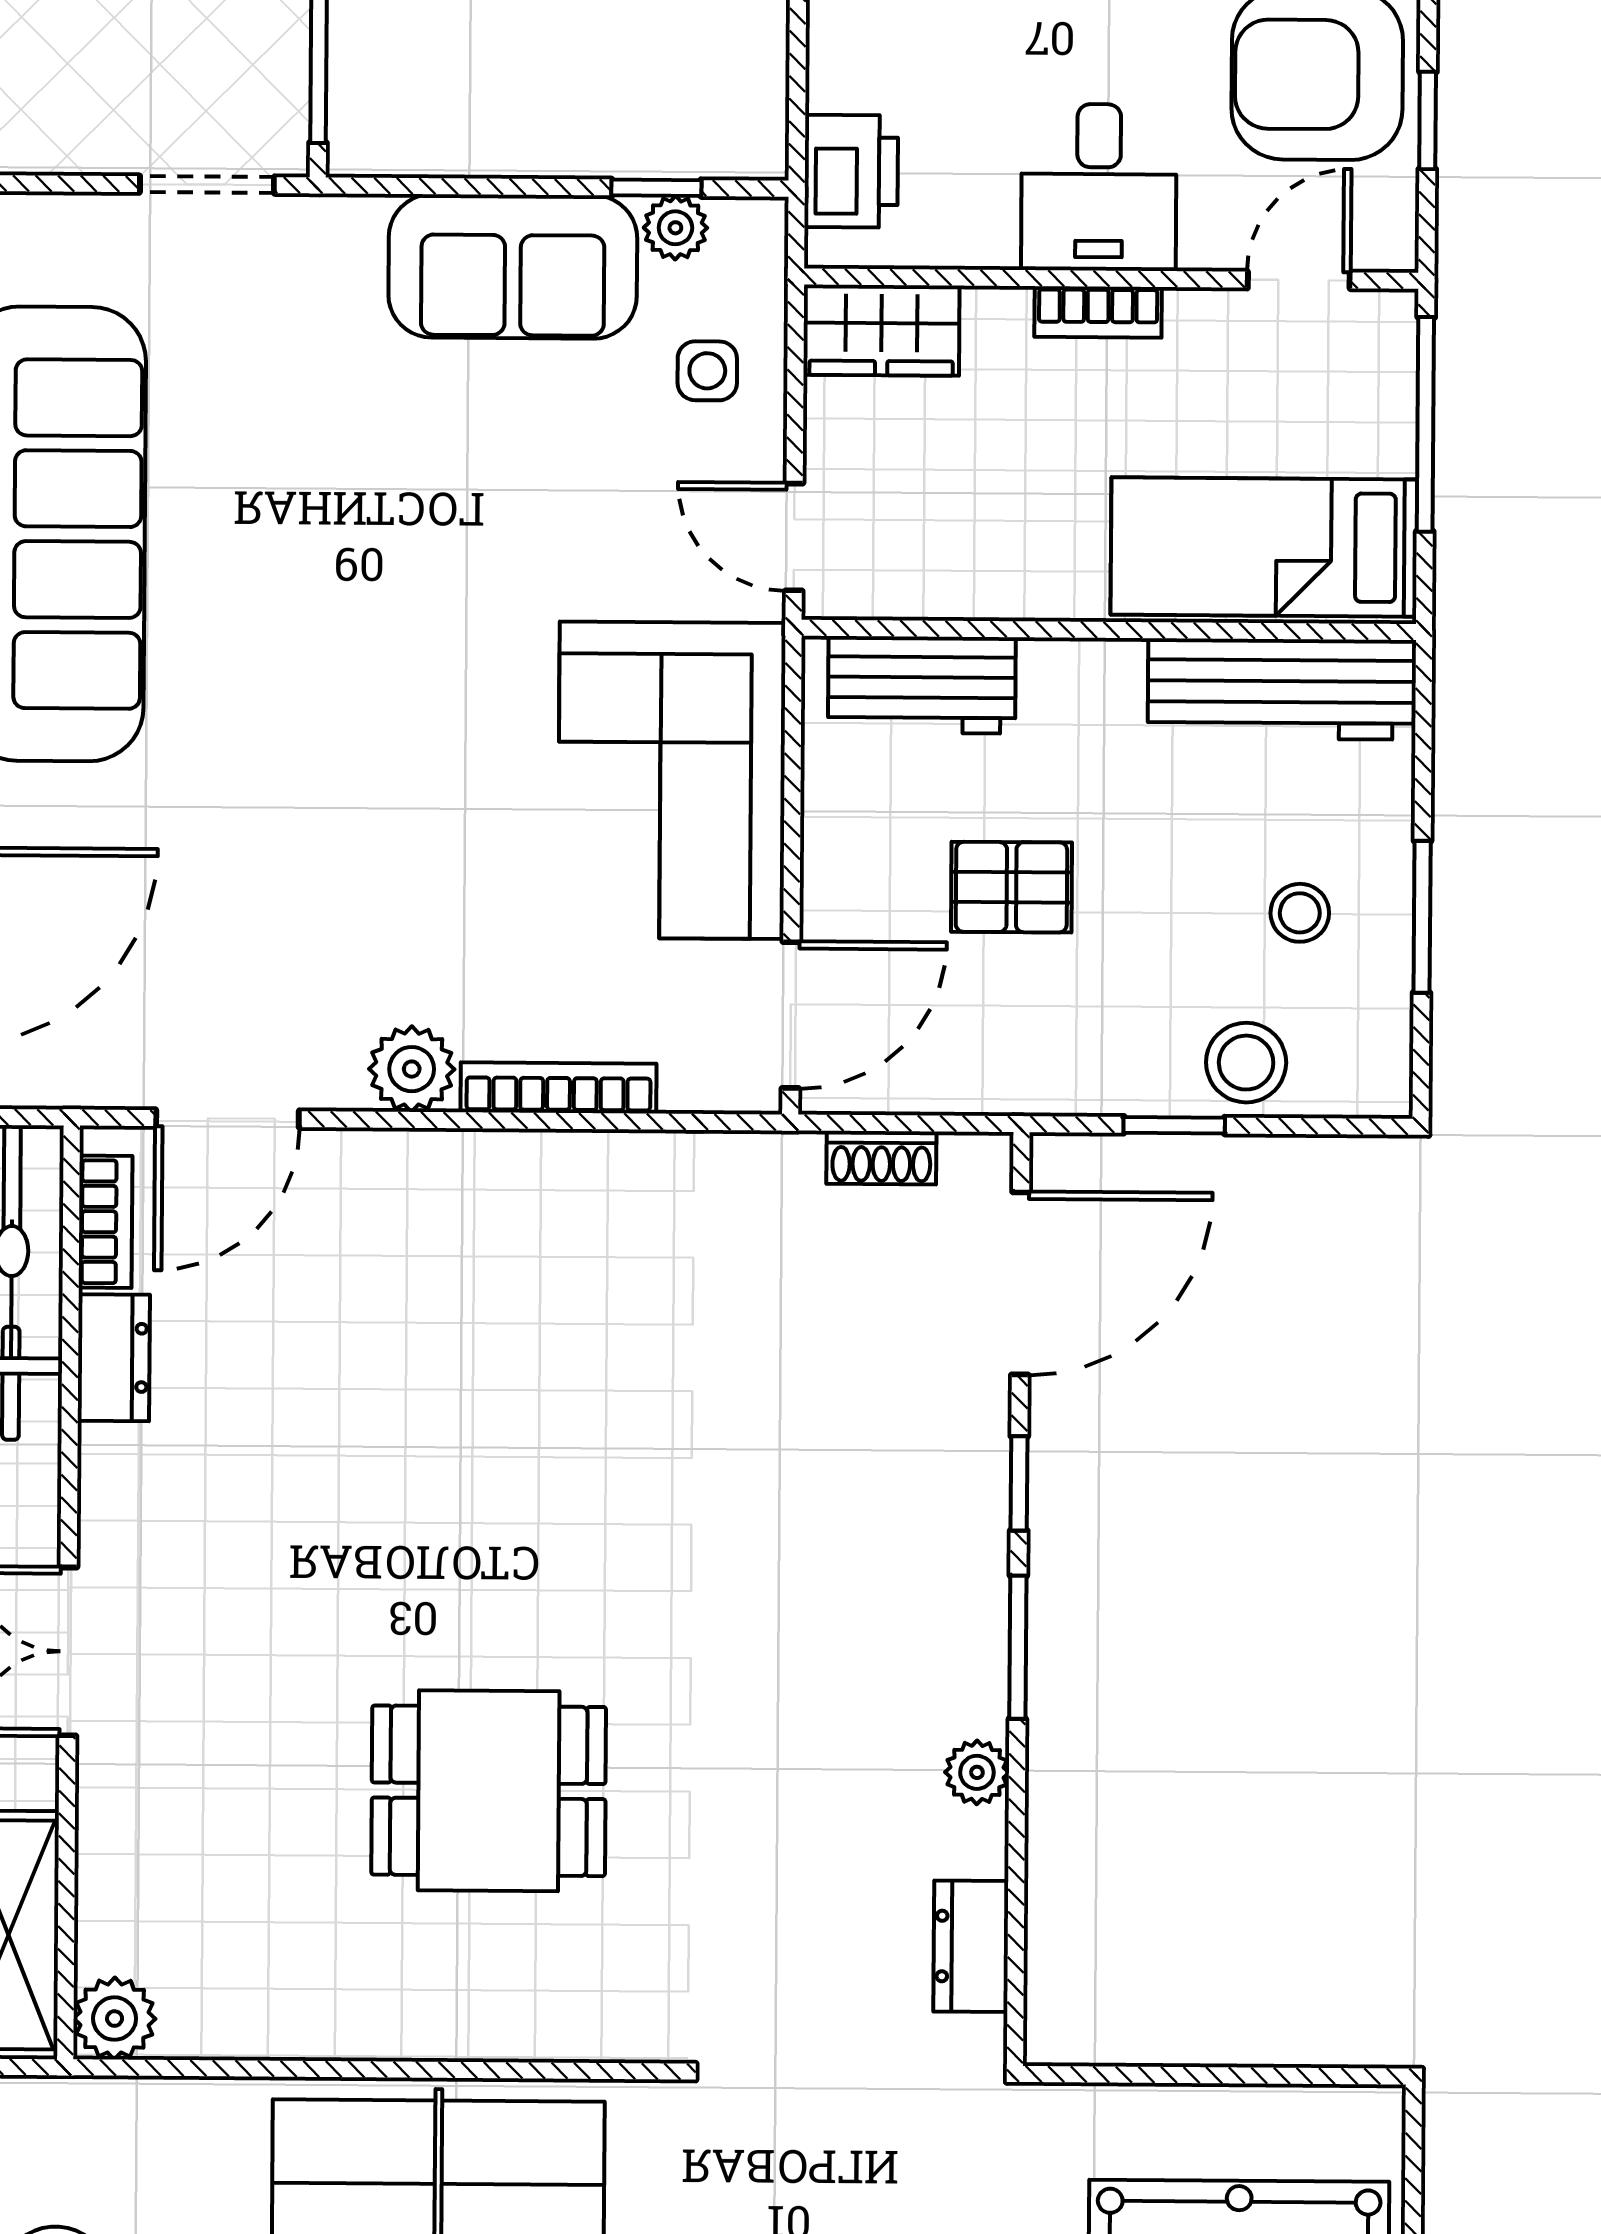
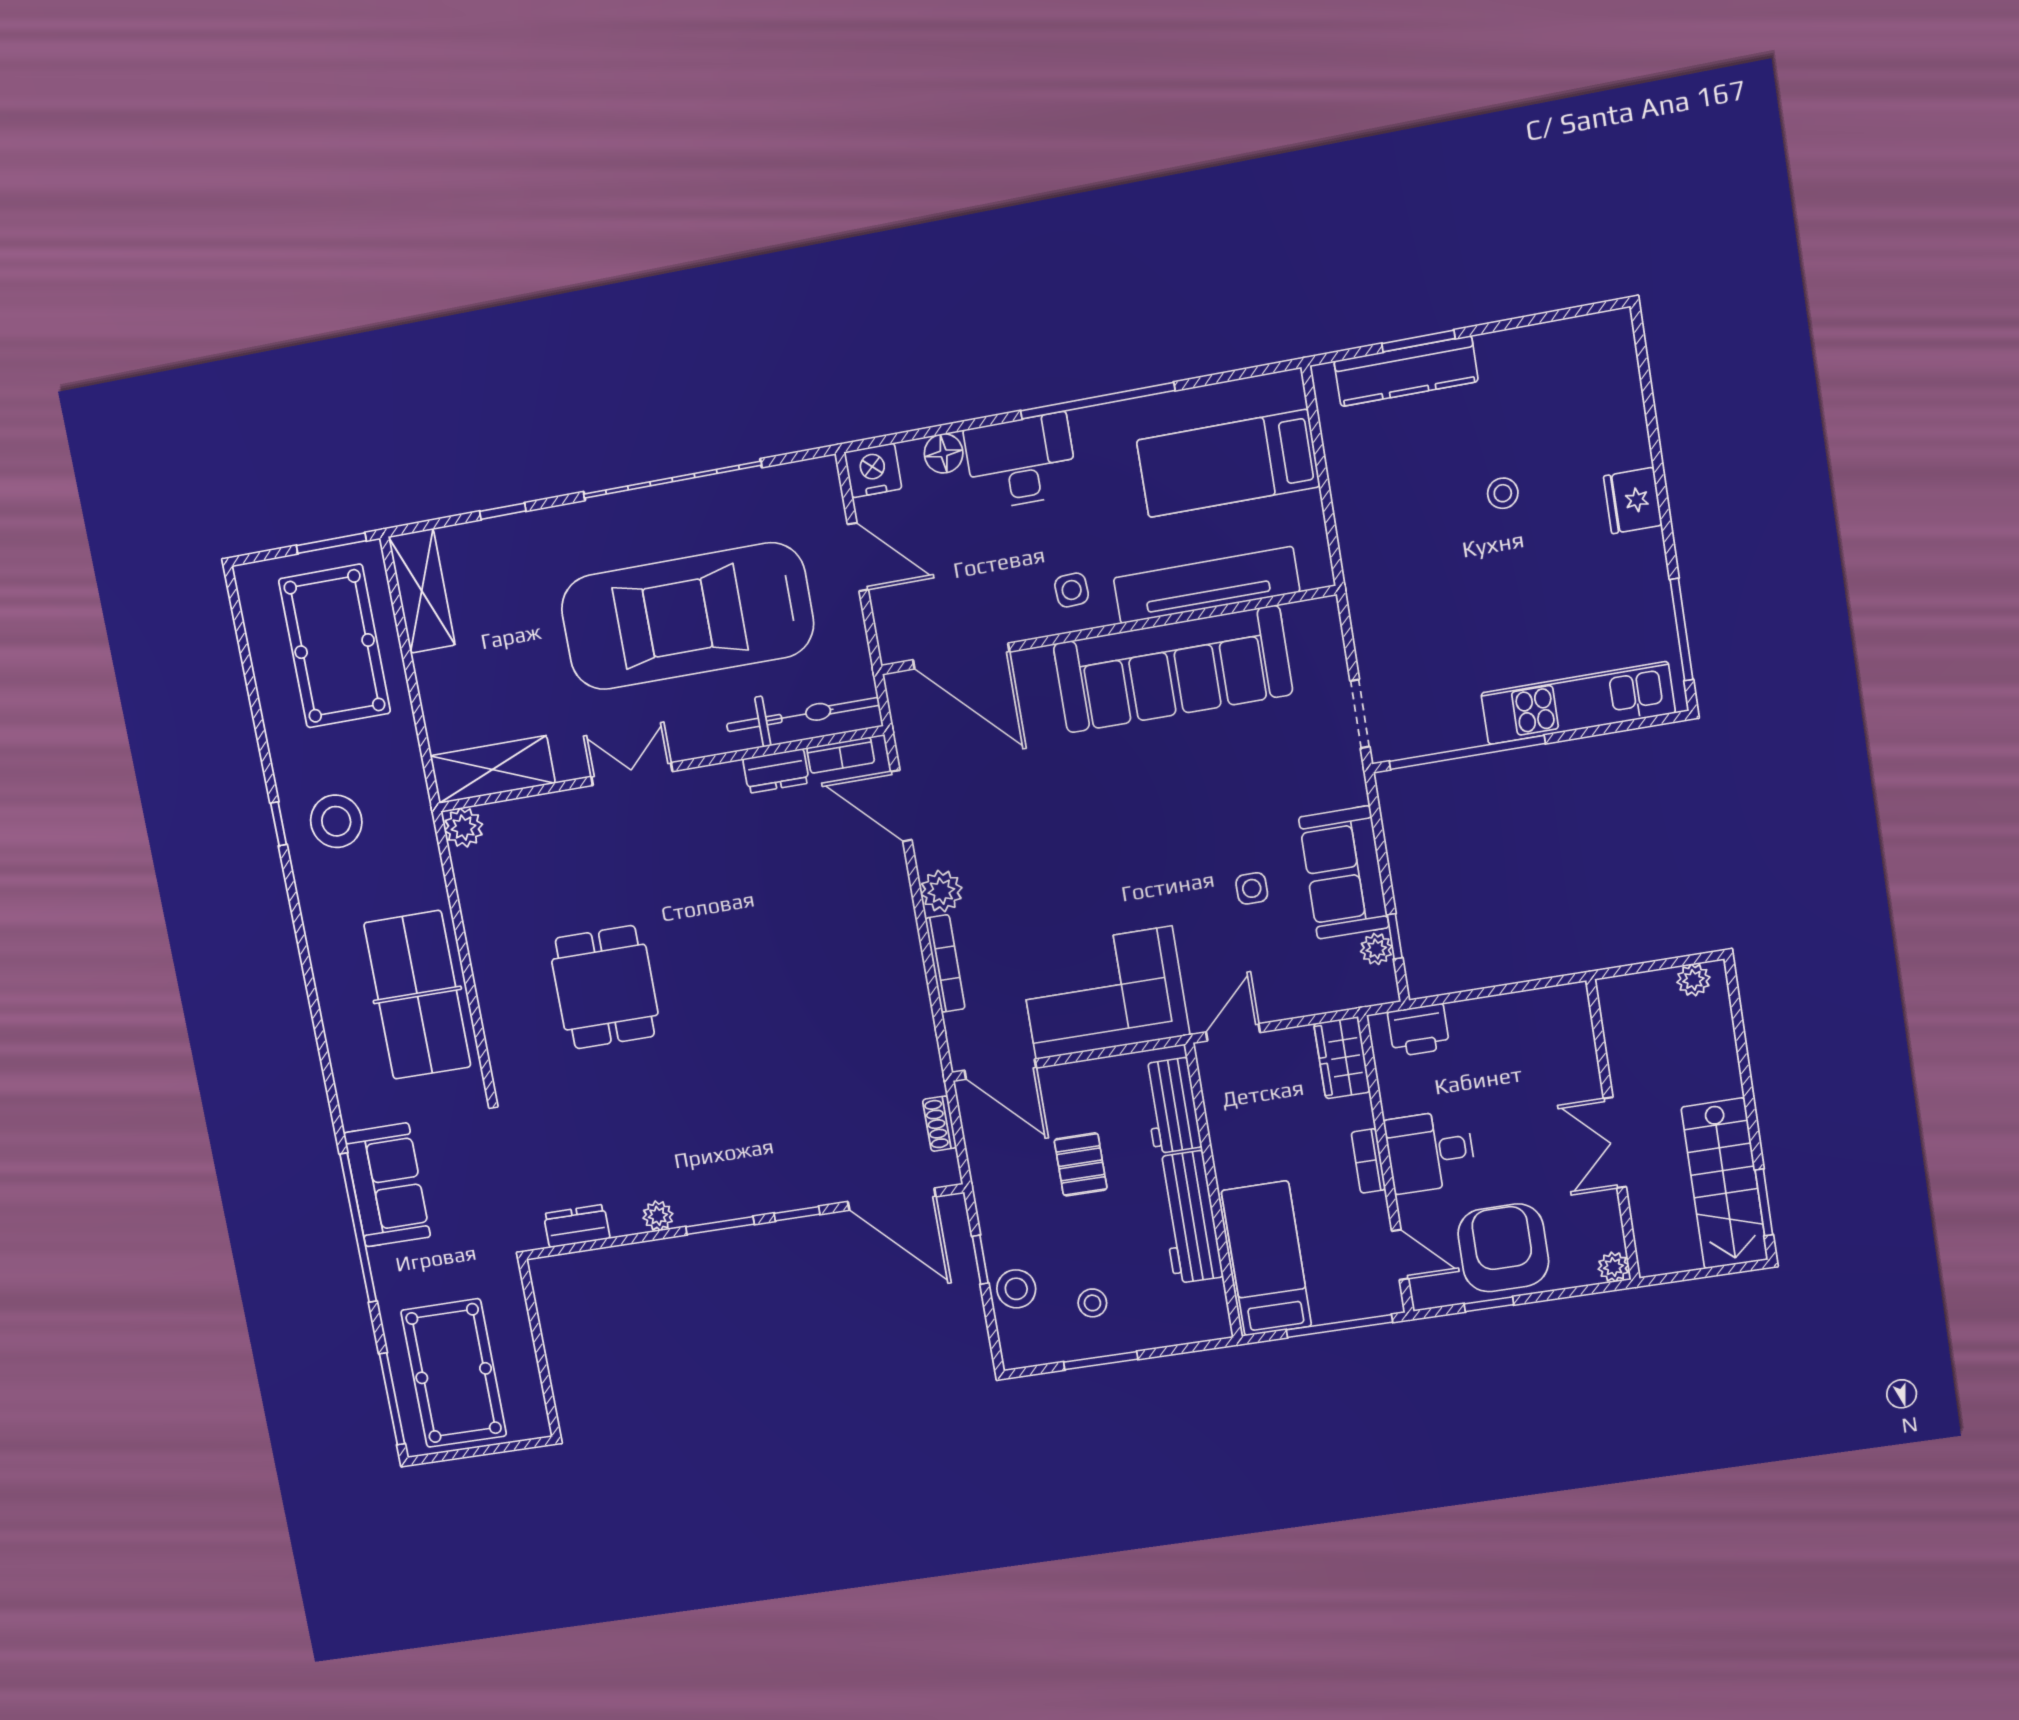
side table: (707, 371) -> (1252, 888), moved
workbench: (1281, 689) -> (1189, 1217), moved

